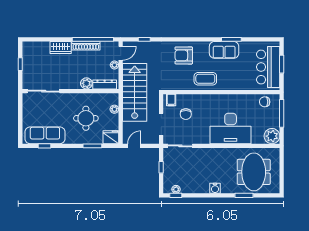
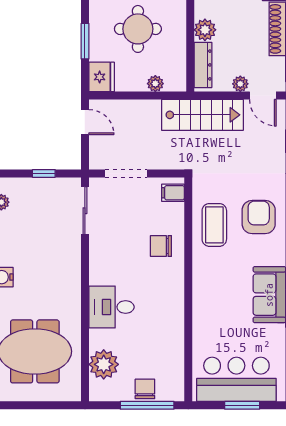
coffee table: (205, 79) -> (214, 225), moved
stairs: (135, 92) -> (202, 115), width x0.73, depth x0.66
chair: (265, 102) -> (145, 389), moved
chair: (186, 114) -> (161, 246), moved
desk: (231, 128) -> (112, 307), width x0.53, depth x0.77
plant: (272, 136) -> (104, 364), moved

